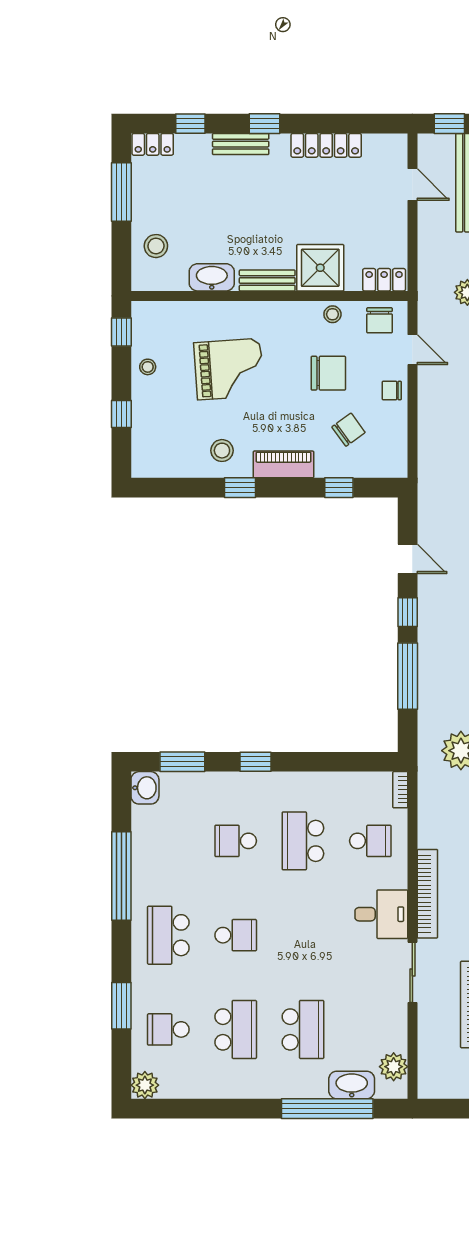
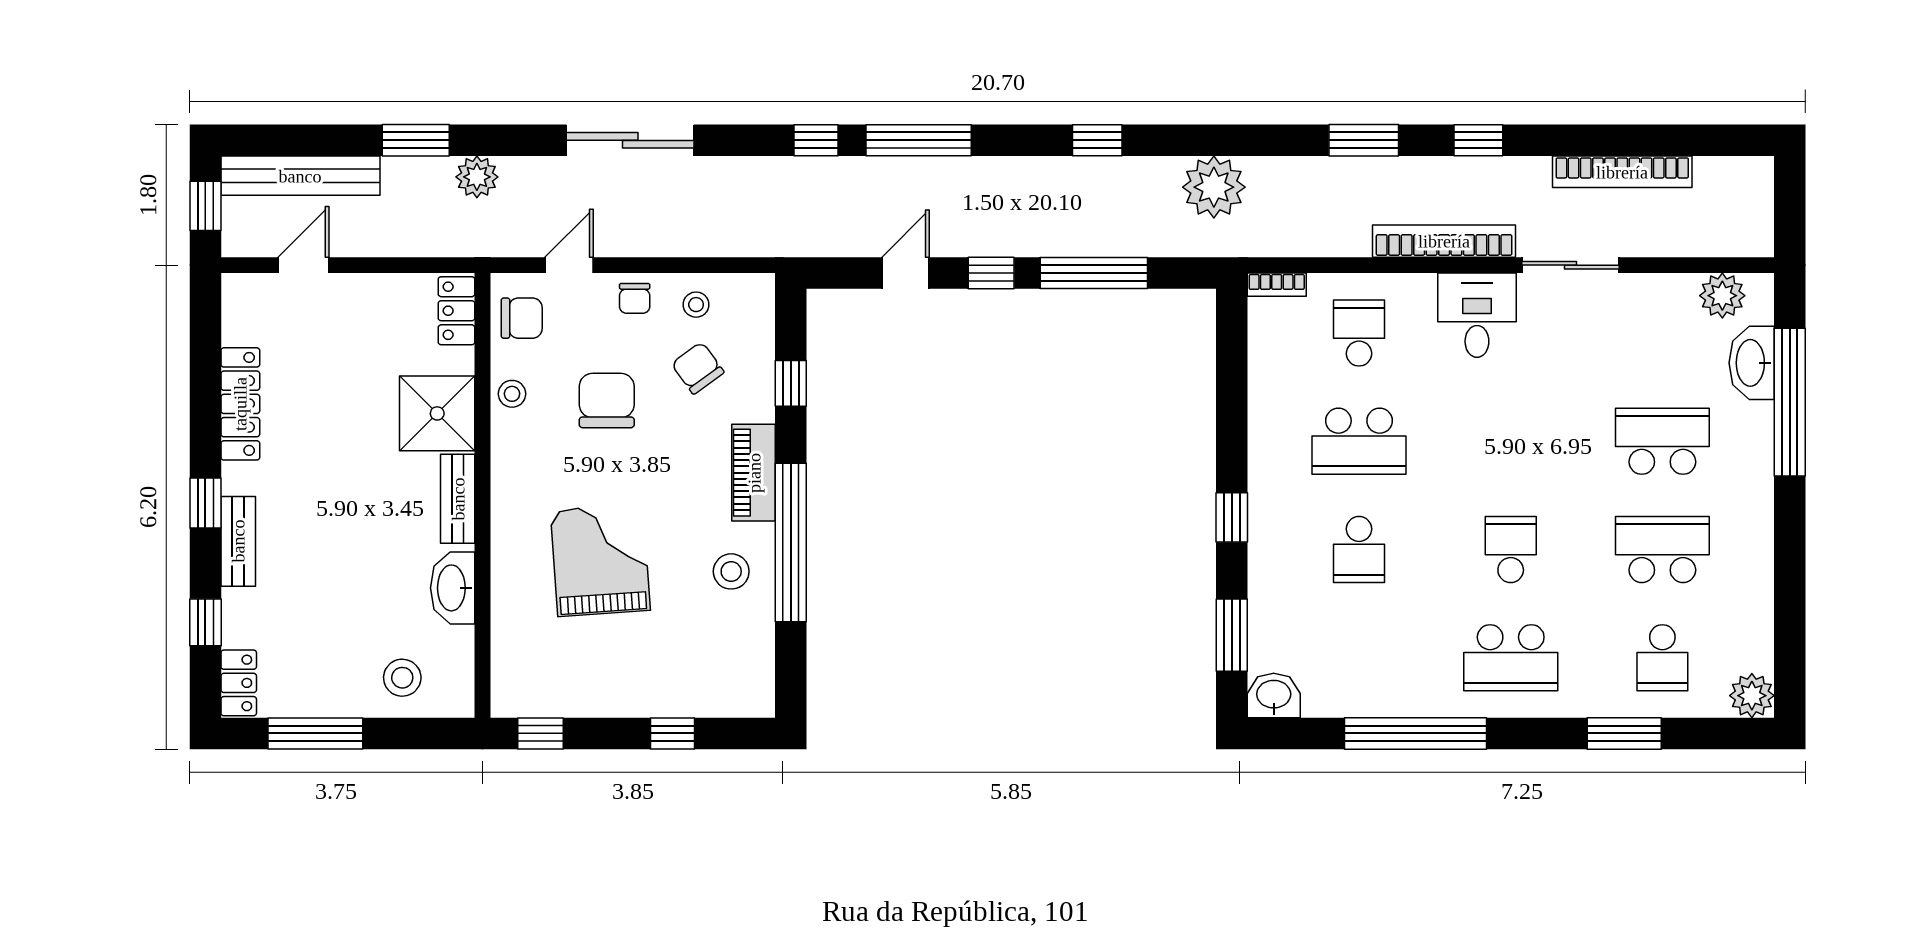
stool: (148, 367) -> (696, 305), moved
window: (240, 488) -> (791, 542), width x3.17

